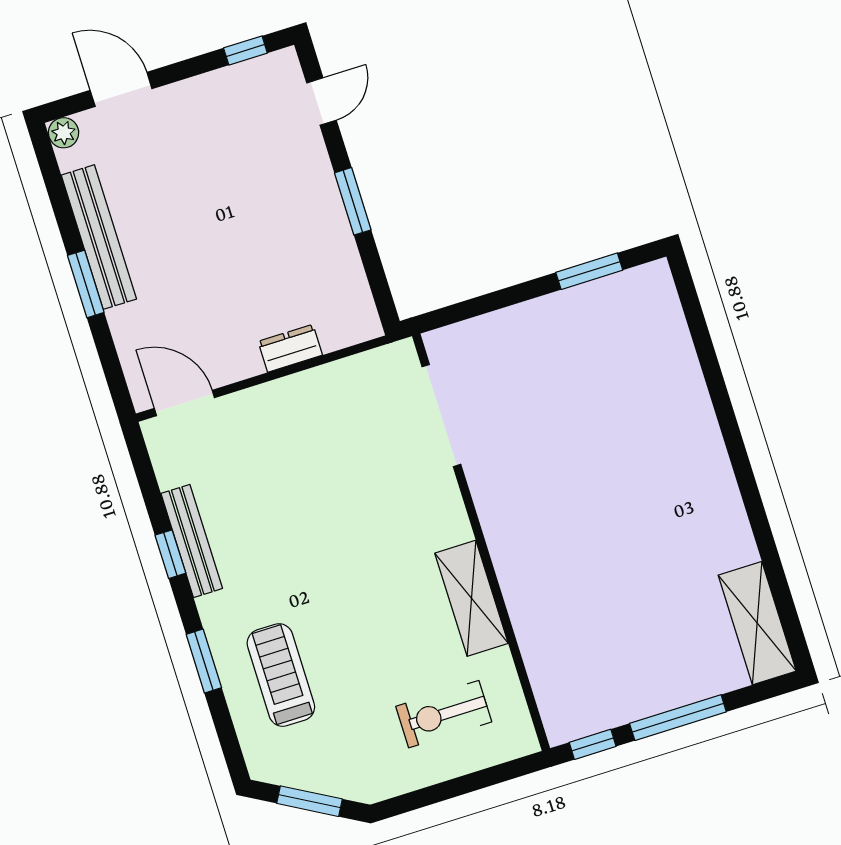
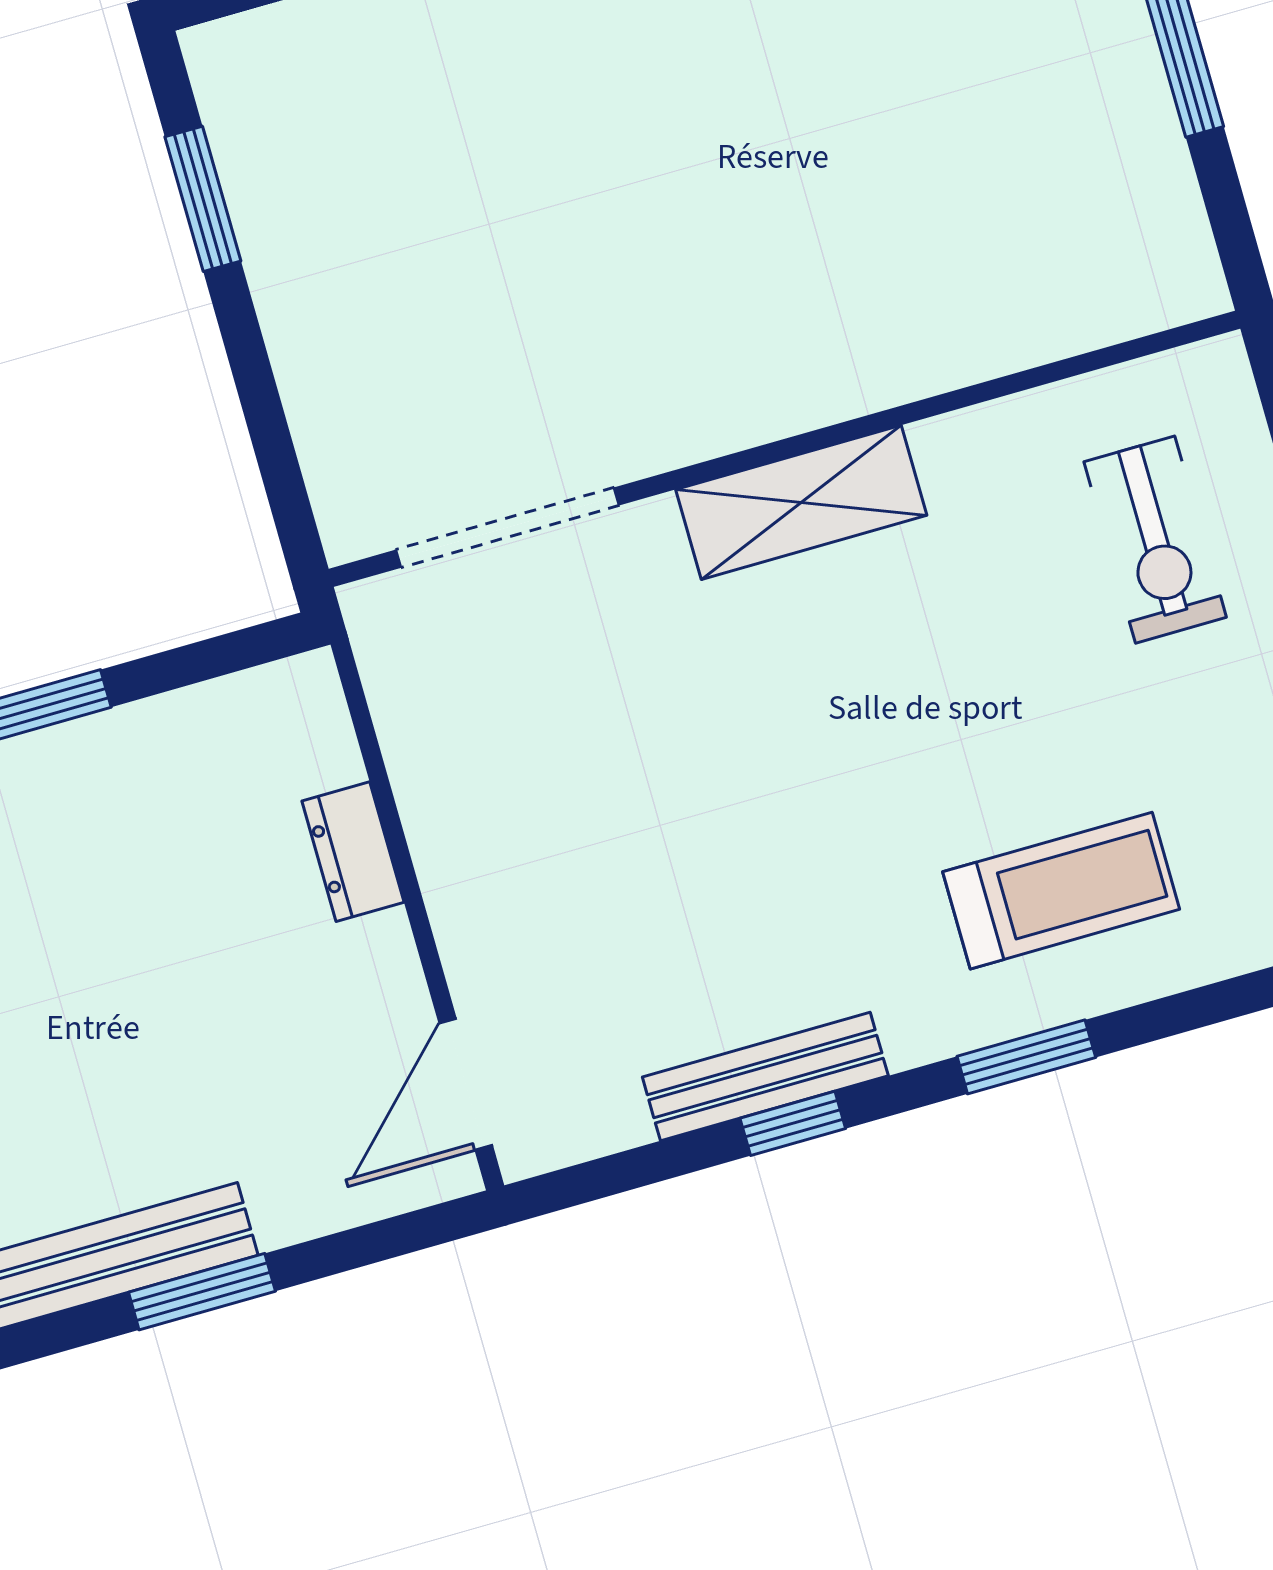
shelving: (472, 598) -> (801, 502), moved
treadmill: (281, 675) -> (1061, 891), turned 180
window: (593, 744) -> (1229, 218), removed

